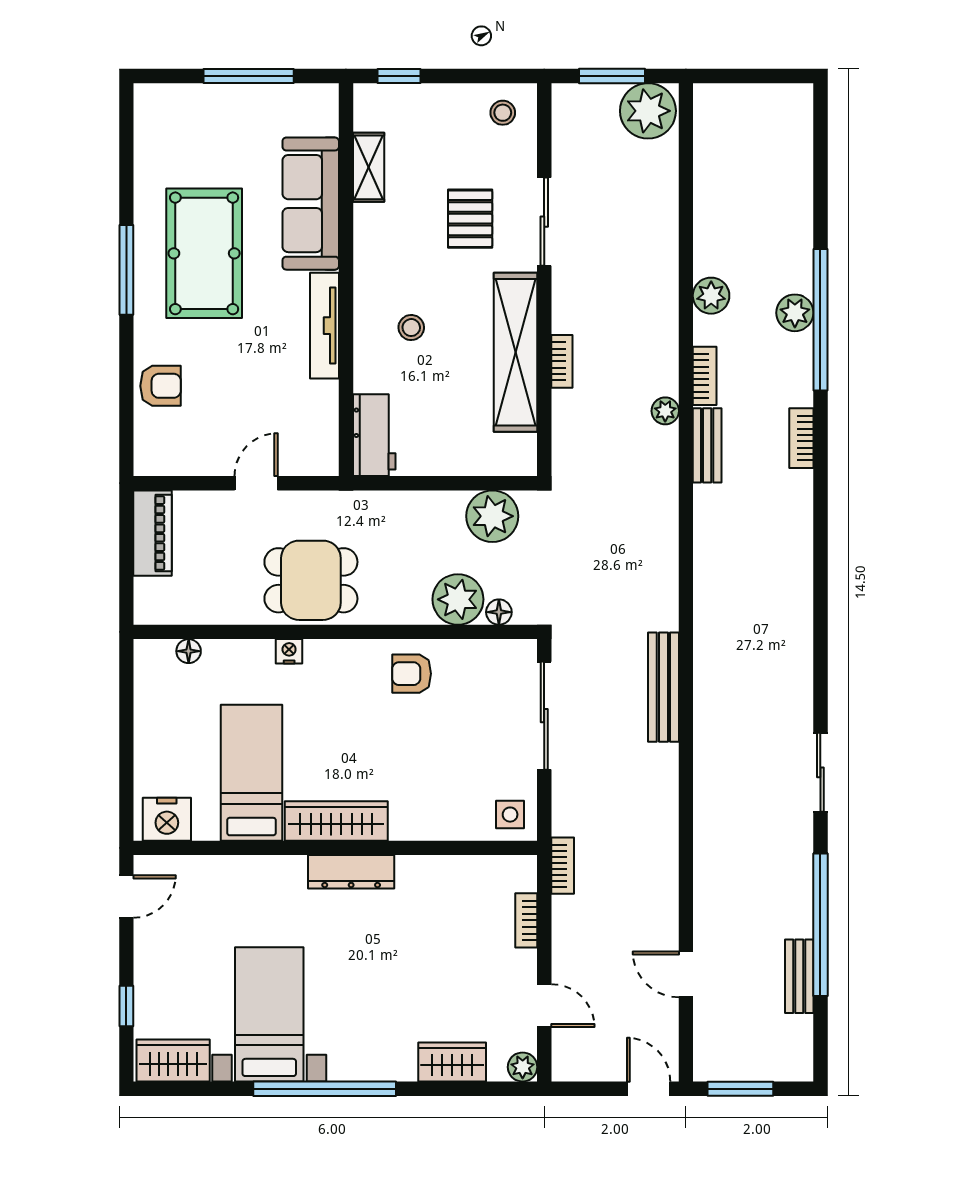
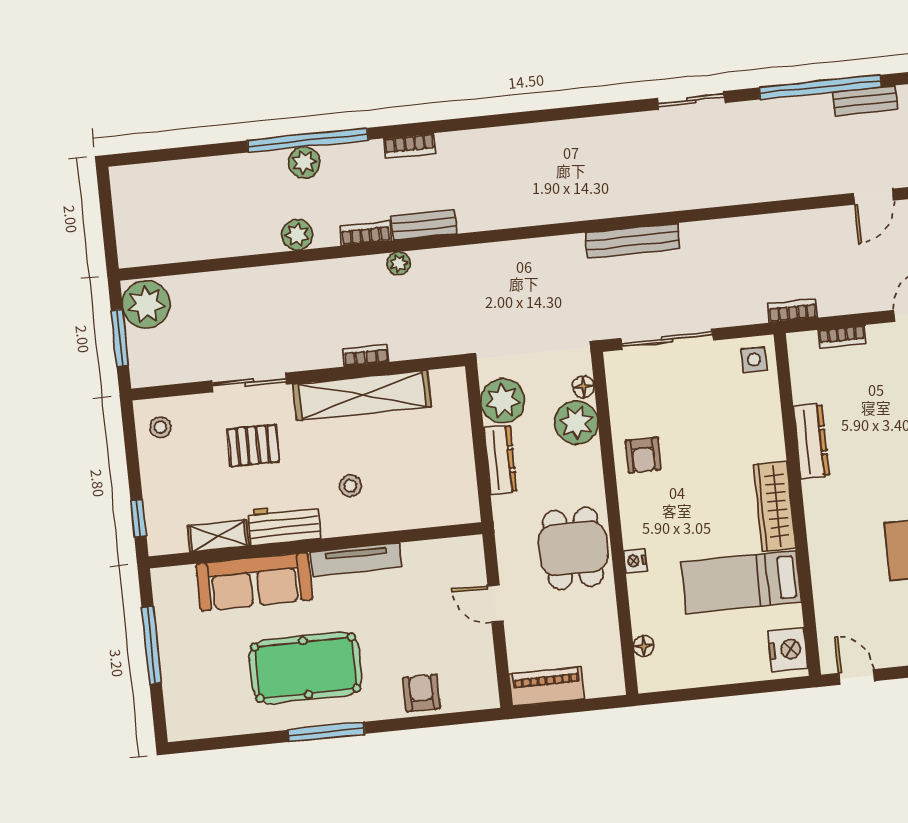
workbench: (374, 435) -> (284, 524), moved
dresser: (423, 506) -> (500, 460), added
dresser: (351, 872) -> (811, 441), moved

